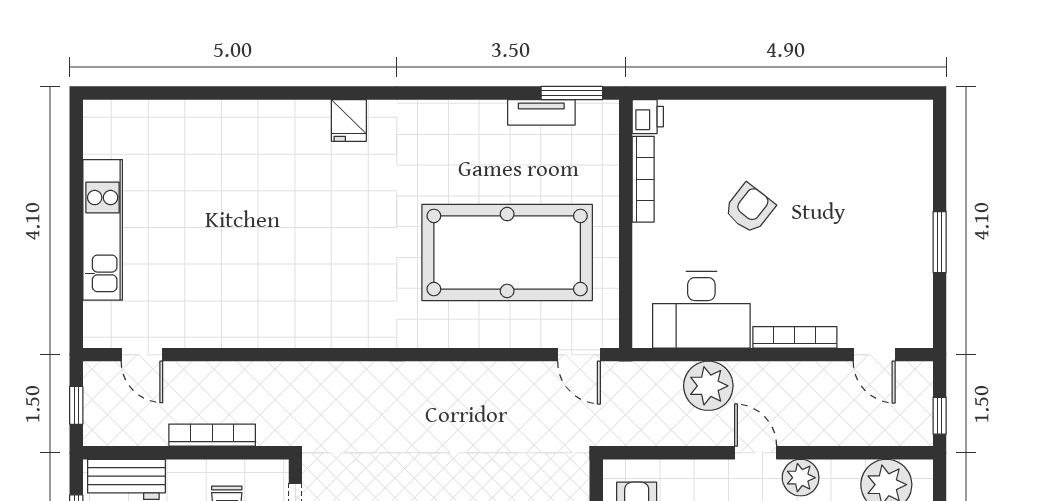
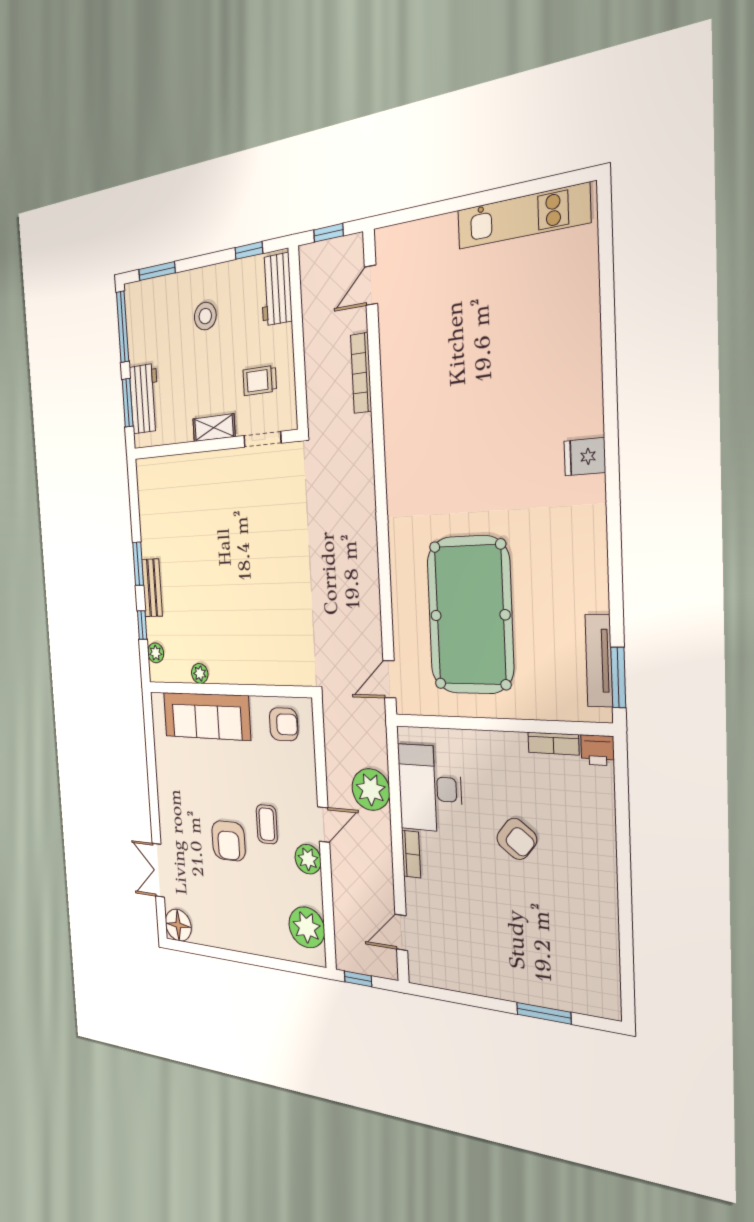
tv unit: (541, 112) -> (599, 661), width x1.41
bookcase: (643, 179) -> (553, 744), width x0.64
kitchen unit: (103, 230) -> (522, 216), moved
window: (940, 242) -> (544, 1013), moved
bookcase: (795, 337) -> (411, 854), width x0.64
bookcase: (212, 435) -> (361, 373), moved, turned 180

